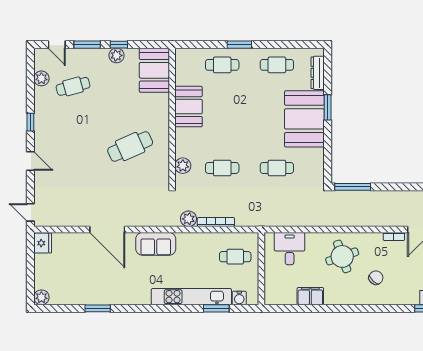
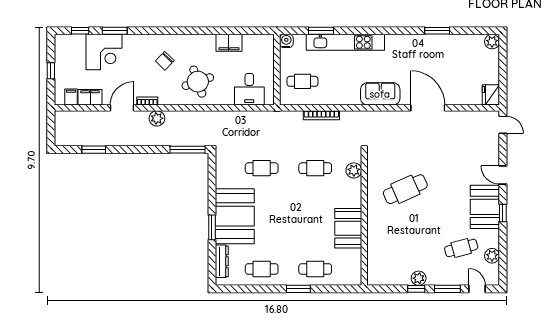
booth: (154, 70) -> (485, 207), moved
plant: (188, 219) -> (157, 118), moved
water cooler: (239, 298) -> (286, 41), moved

